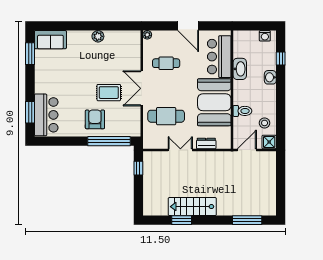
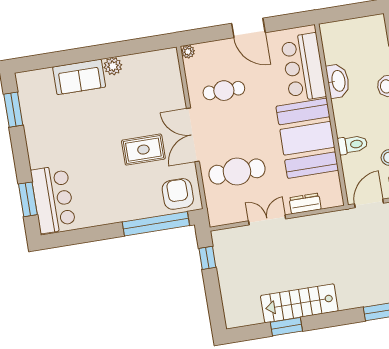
washing machine: (265, 36) -> (368, 24), removed
sofa: (50, 40) -> (79, 77), moved
armchair: (95, 119) -> (178, 194), moved

